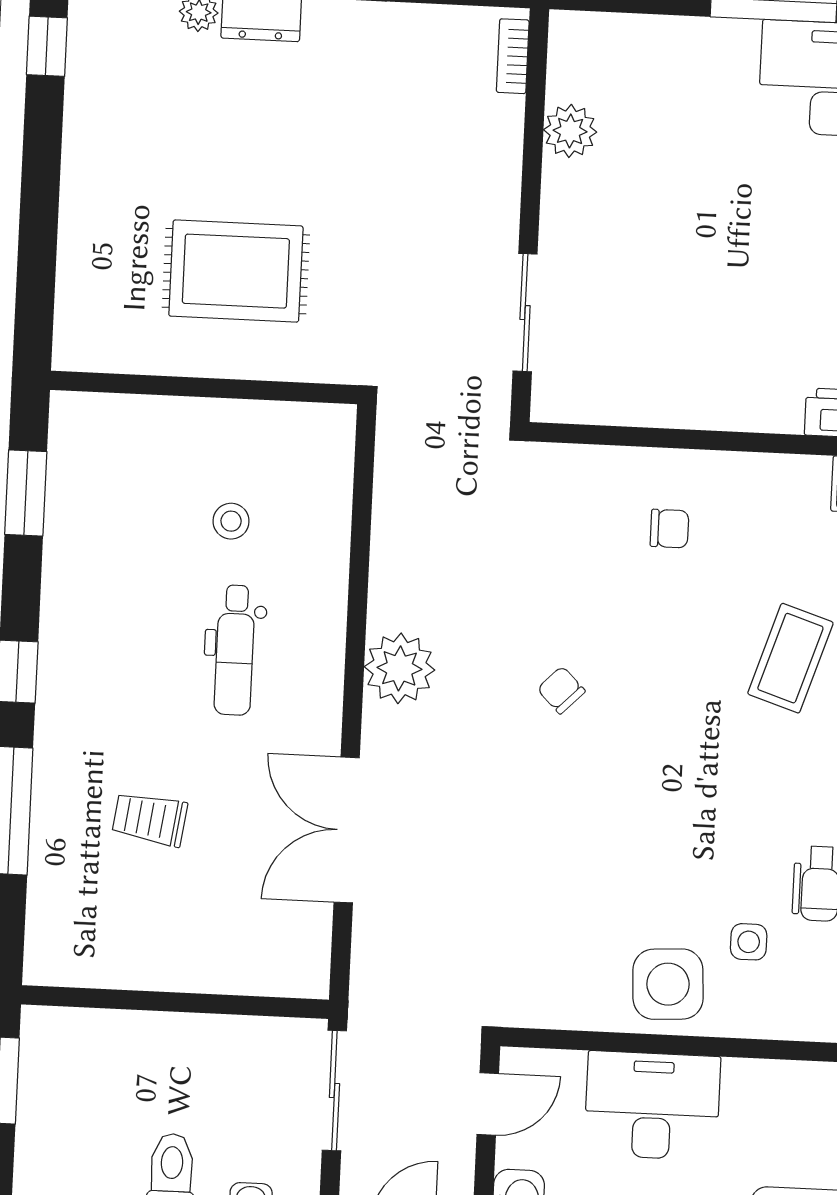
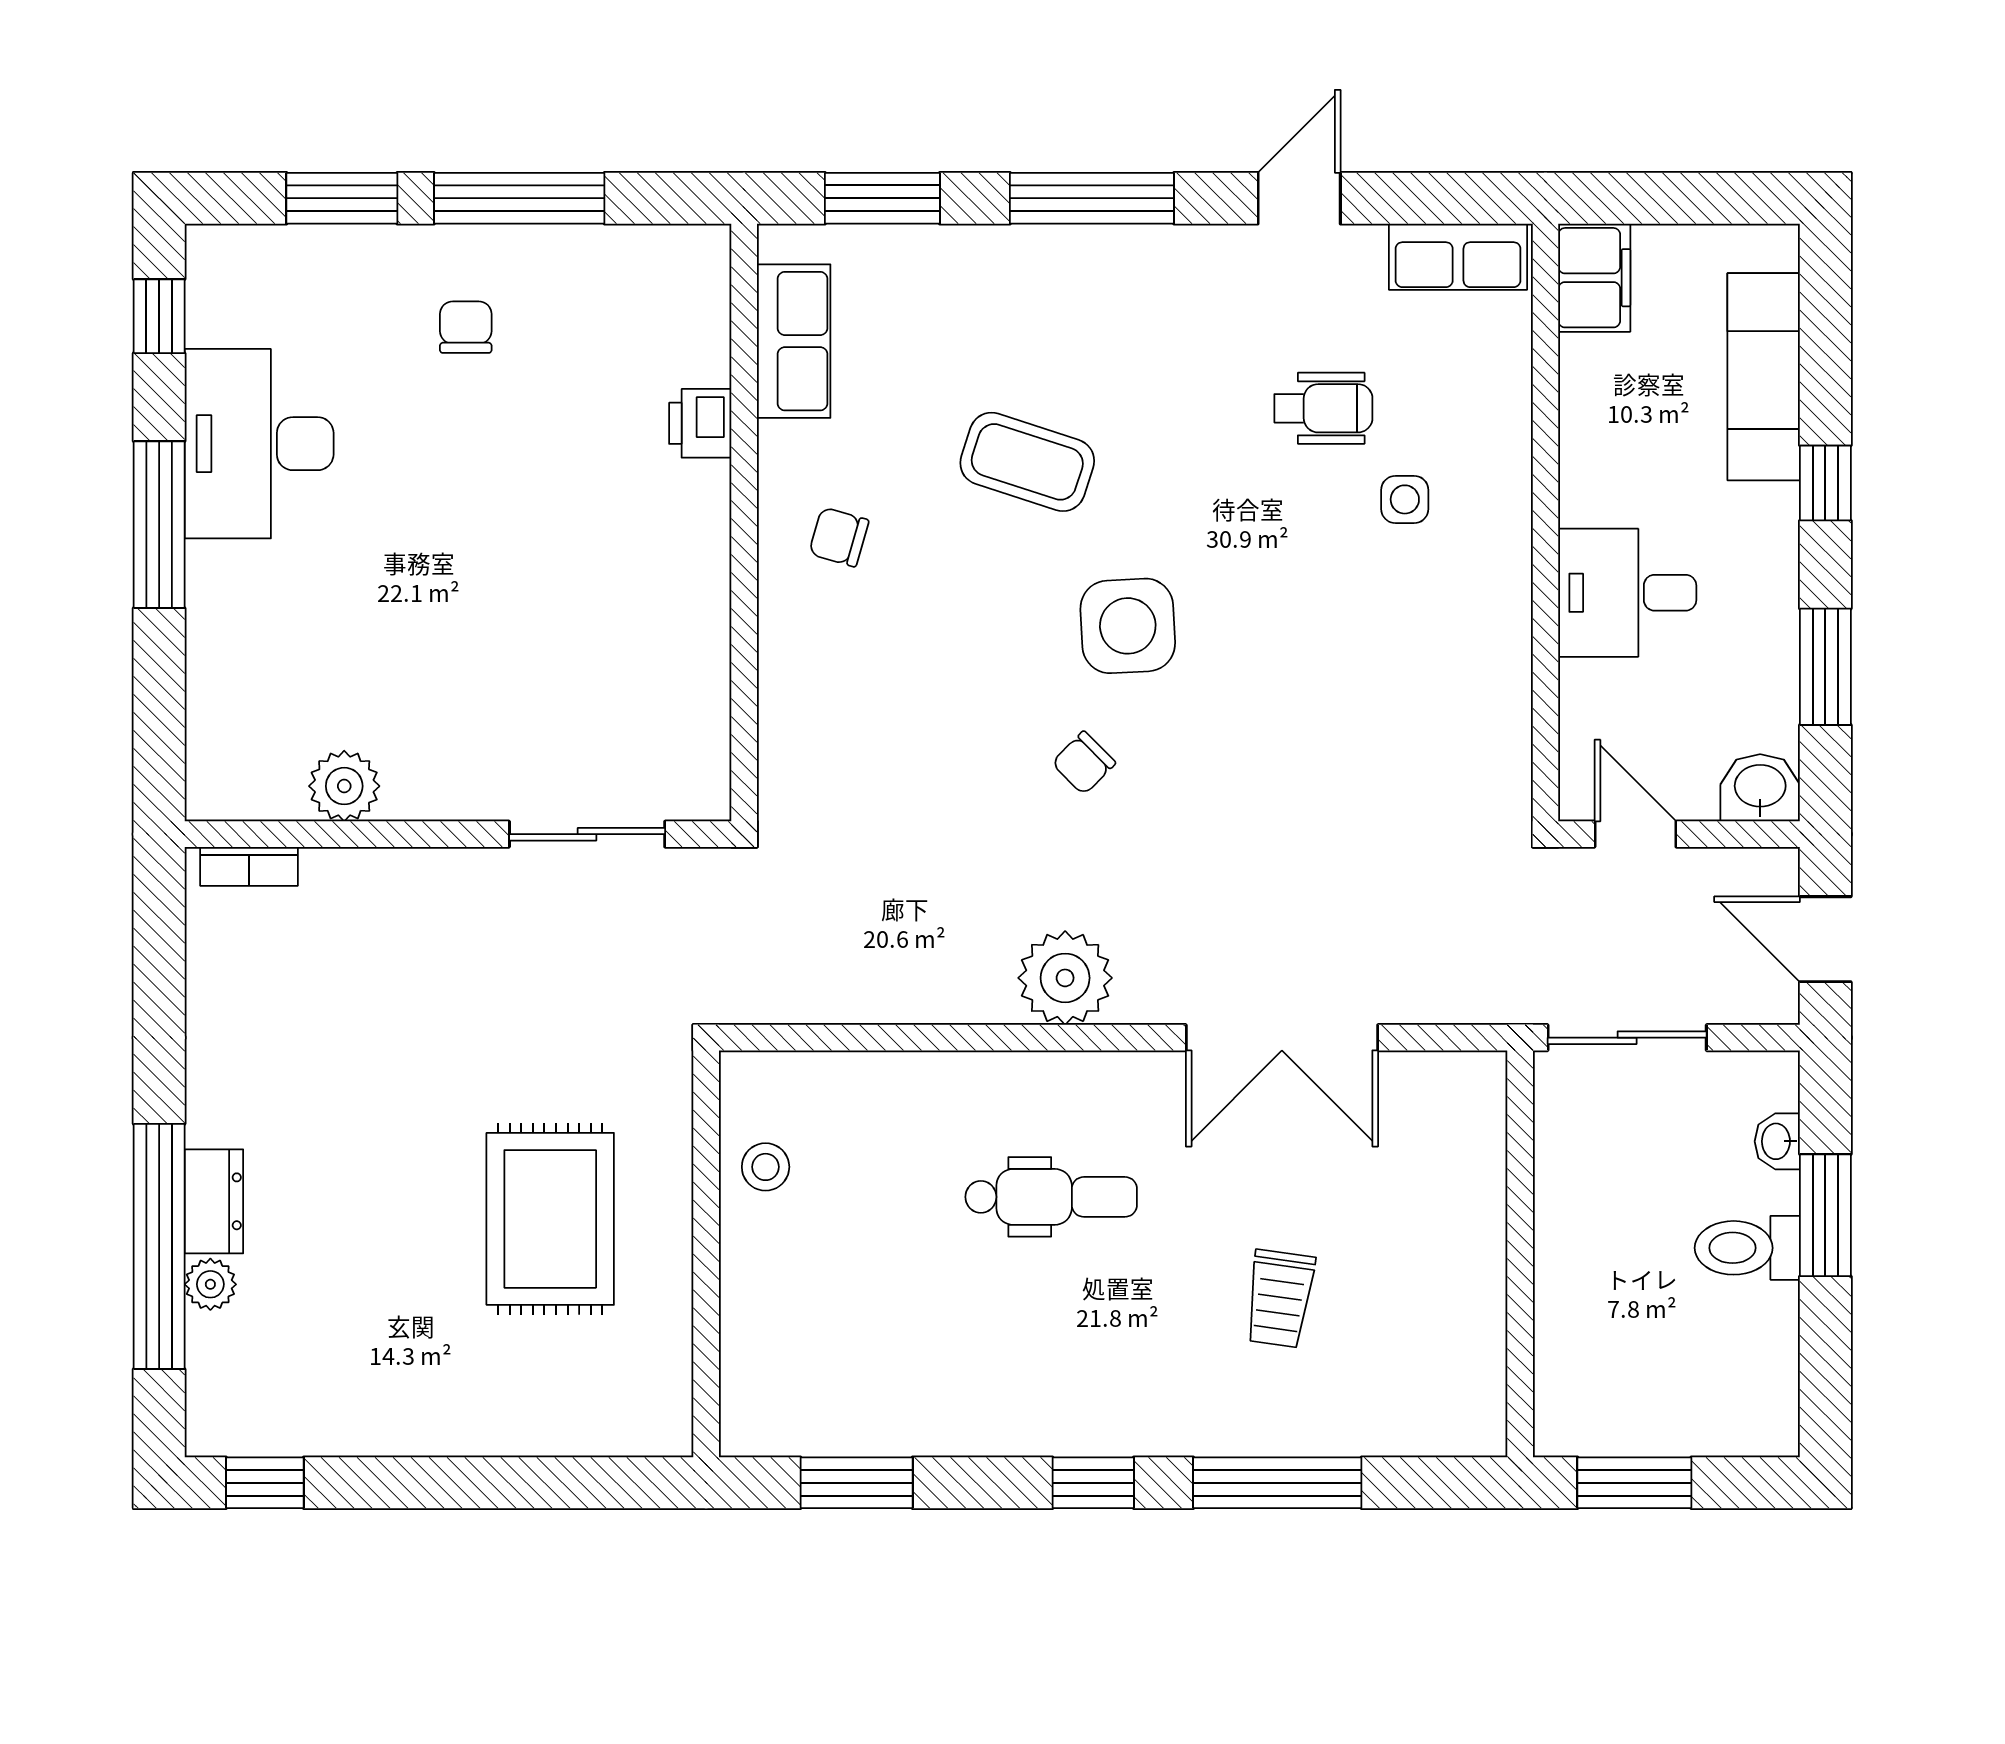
stool: (231, 521) -> (766, 1167), moved
chair: (669, 529) -> (839, 537), moved, turned -74
side table: (668, 984) -> (1128, 626), moved
desk: (652, 1106) -> (1627, 593), width x0.73

